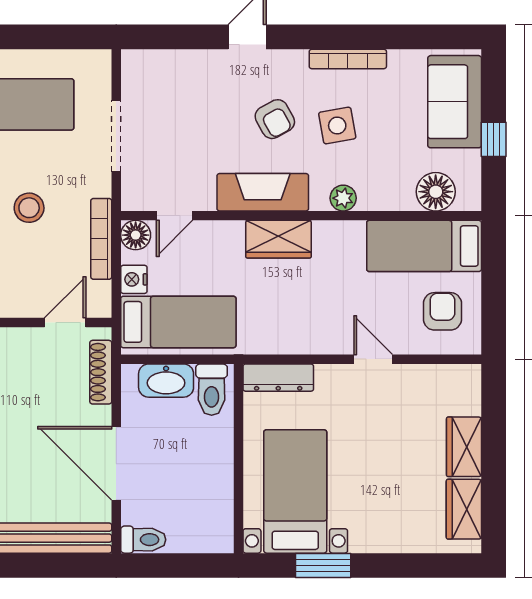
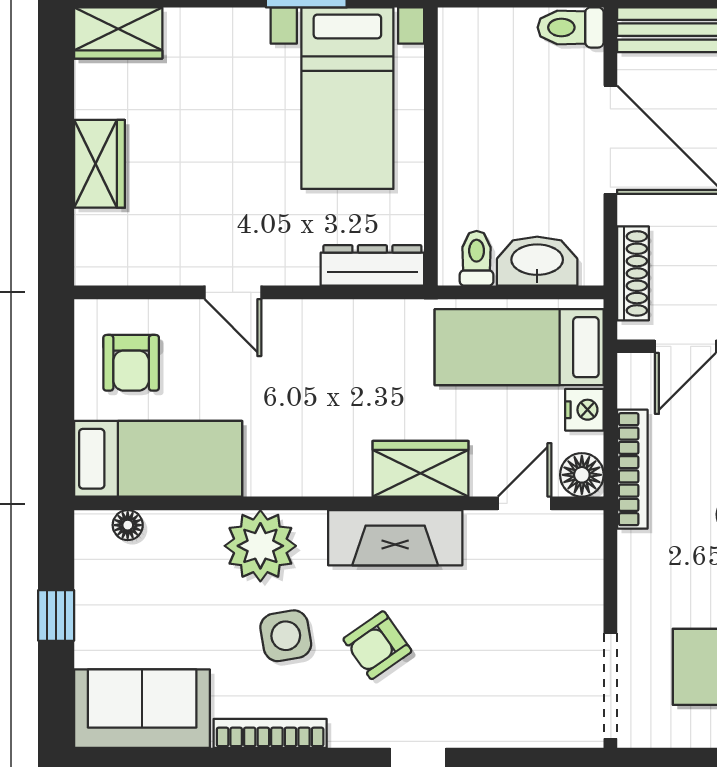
sofa: (455, 102) -> (142, 709), moved, turned -90
armchair: (275, 119) -> (377, 645), turned -96
doorway: (116, 136) -> (610, 686), moved
floor lamp: (436, 192) -> (128, 525), width x0.53, depth x0.53
plant: (343, 198) -> (260, 546), width x1.88, depth x1.88
wardrobe: (279, 239) -> (420, 469), moved
toilet: (212, 390) -> (477, 258), width x0.73, depth x0.72
wardrobe: (464, 509) -> (118, 33), moved, turned 90

